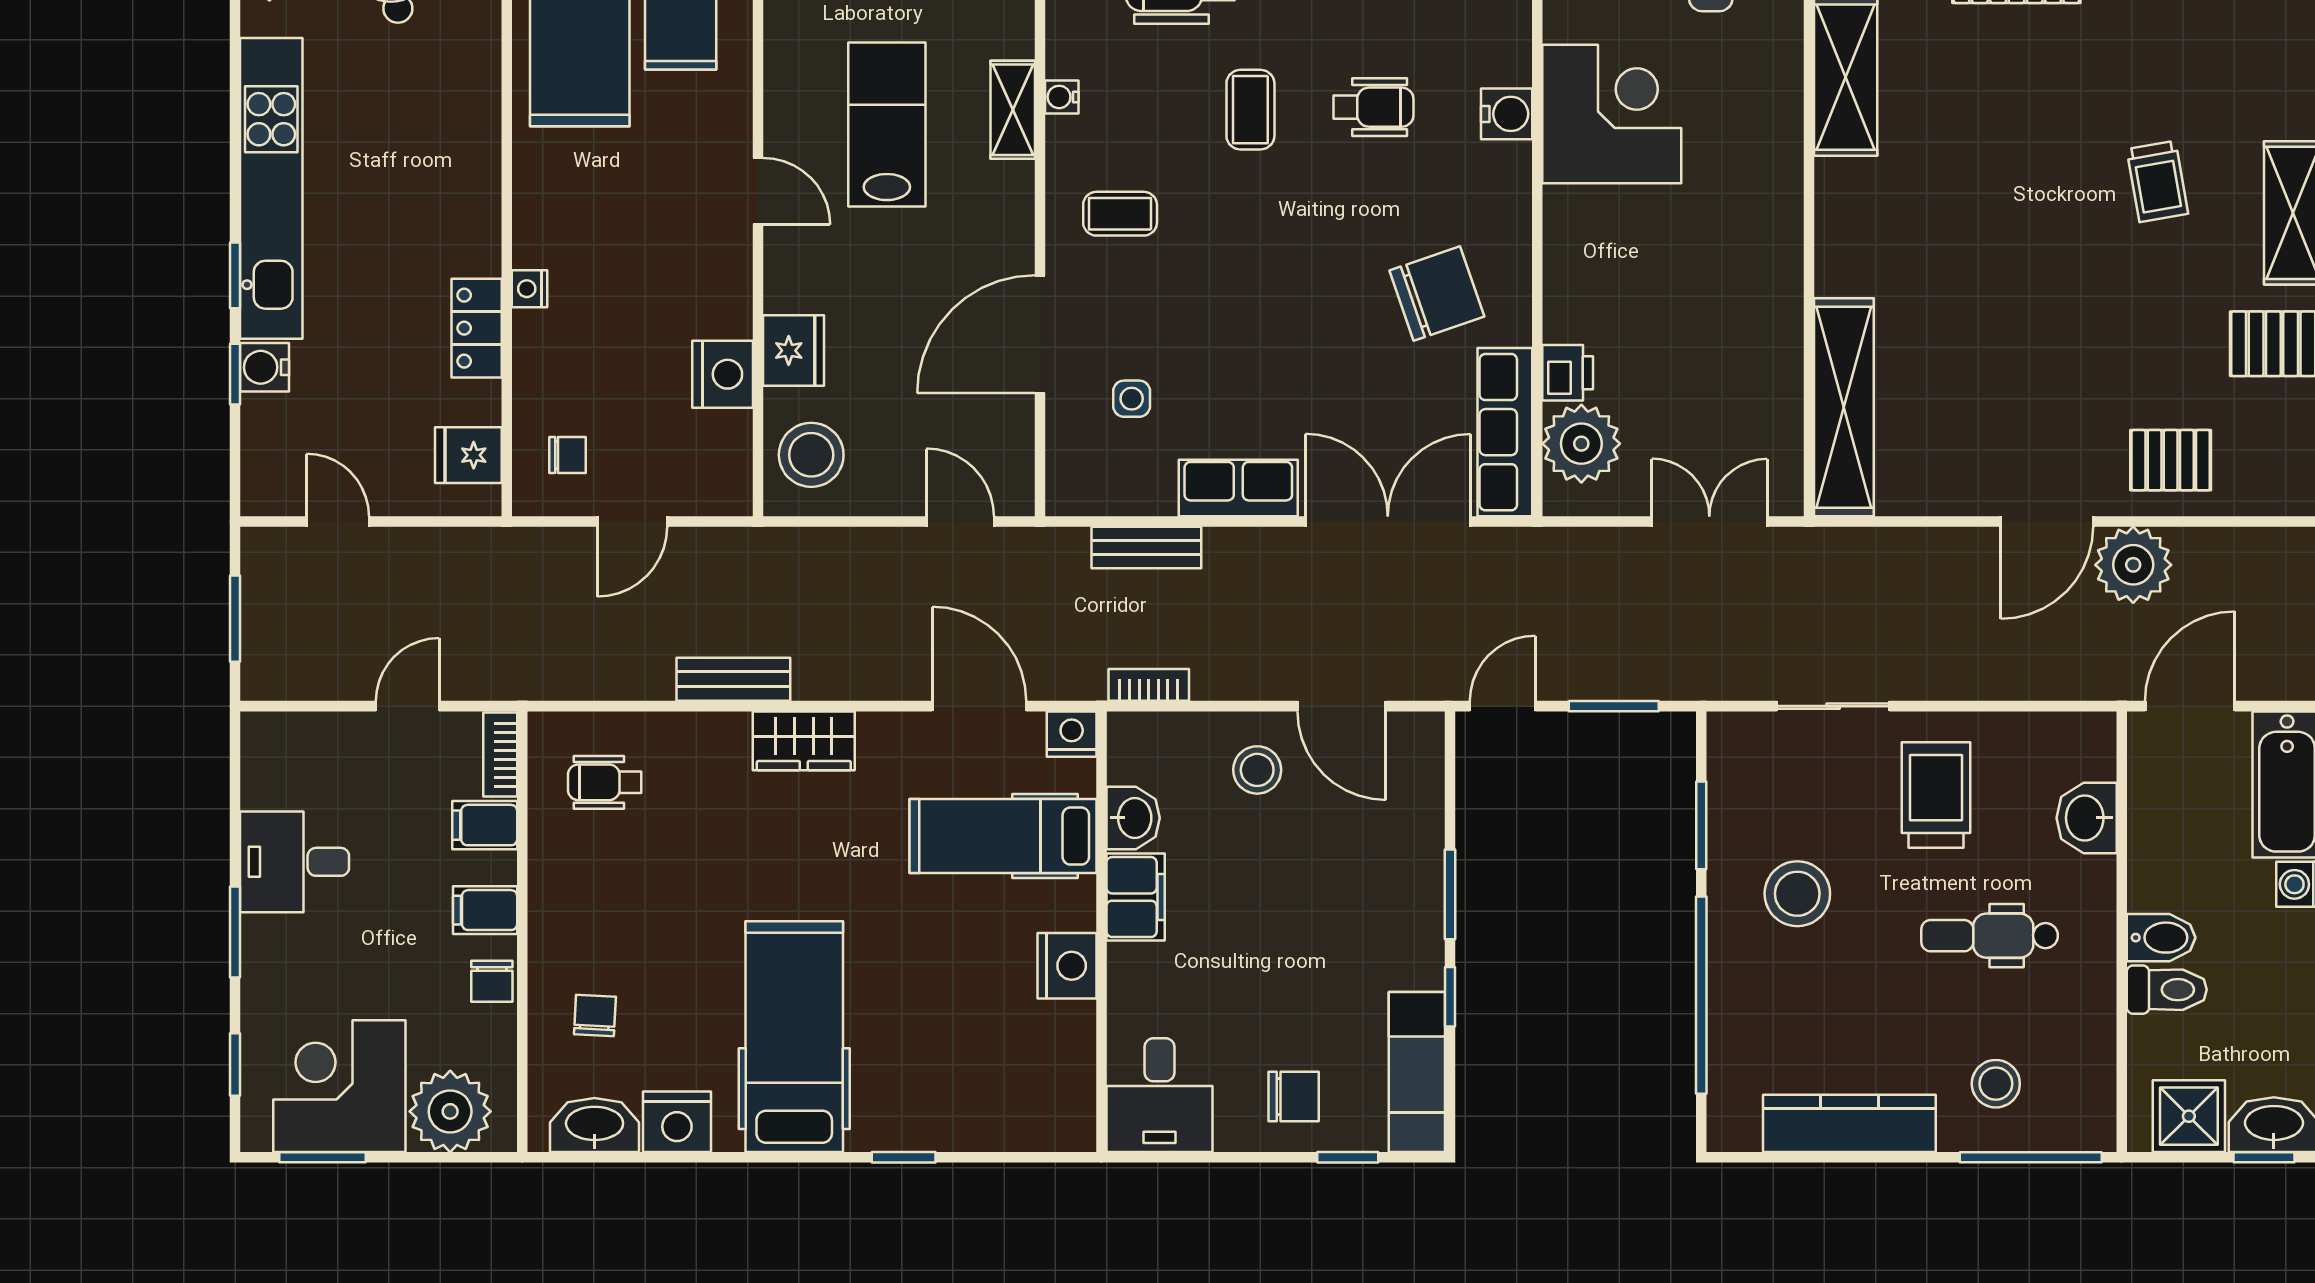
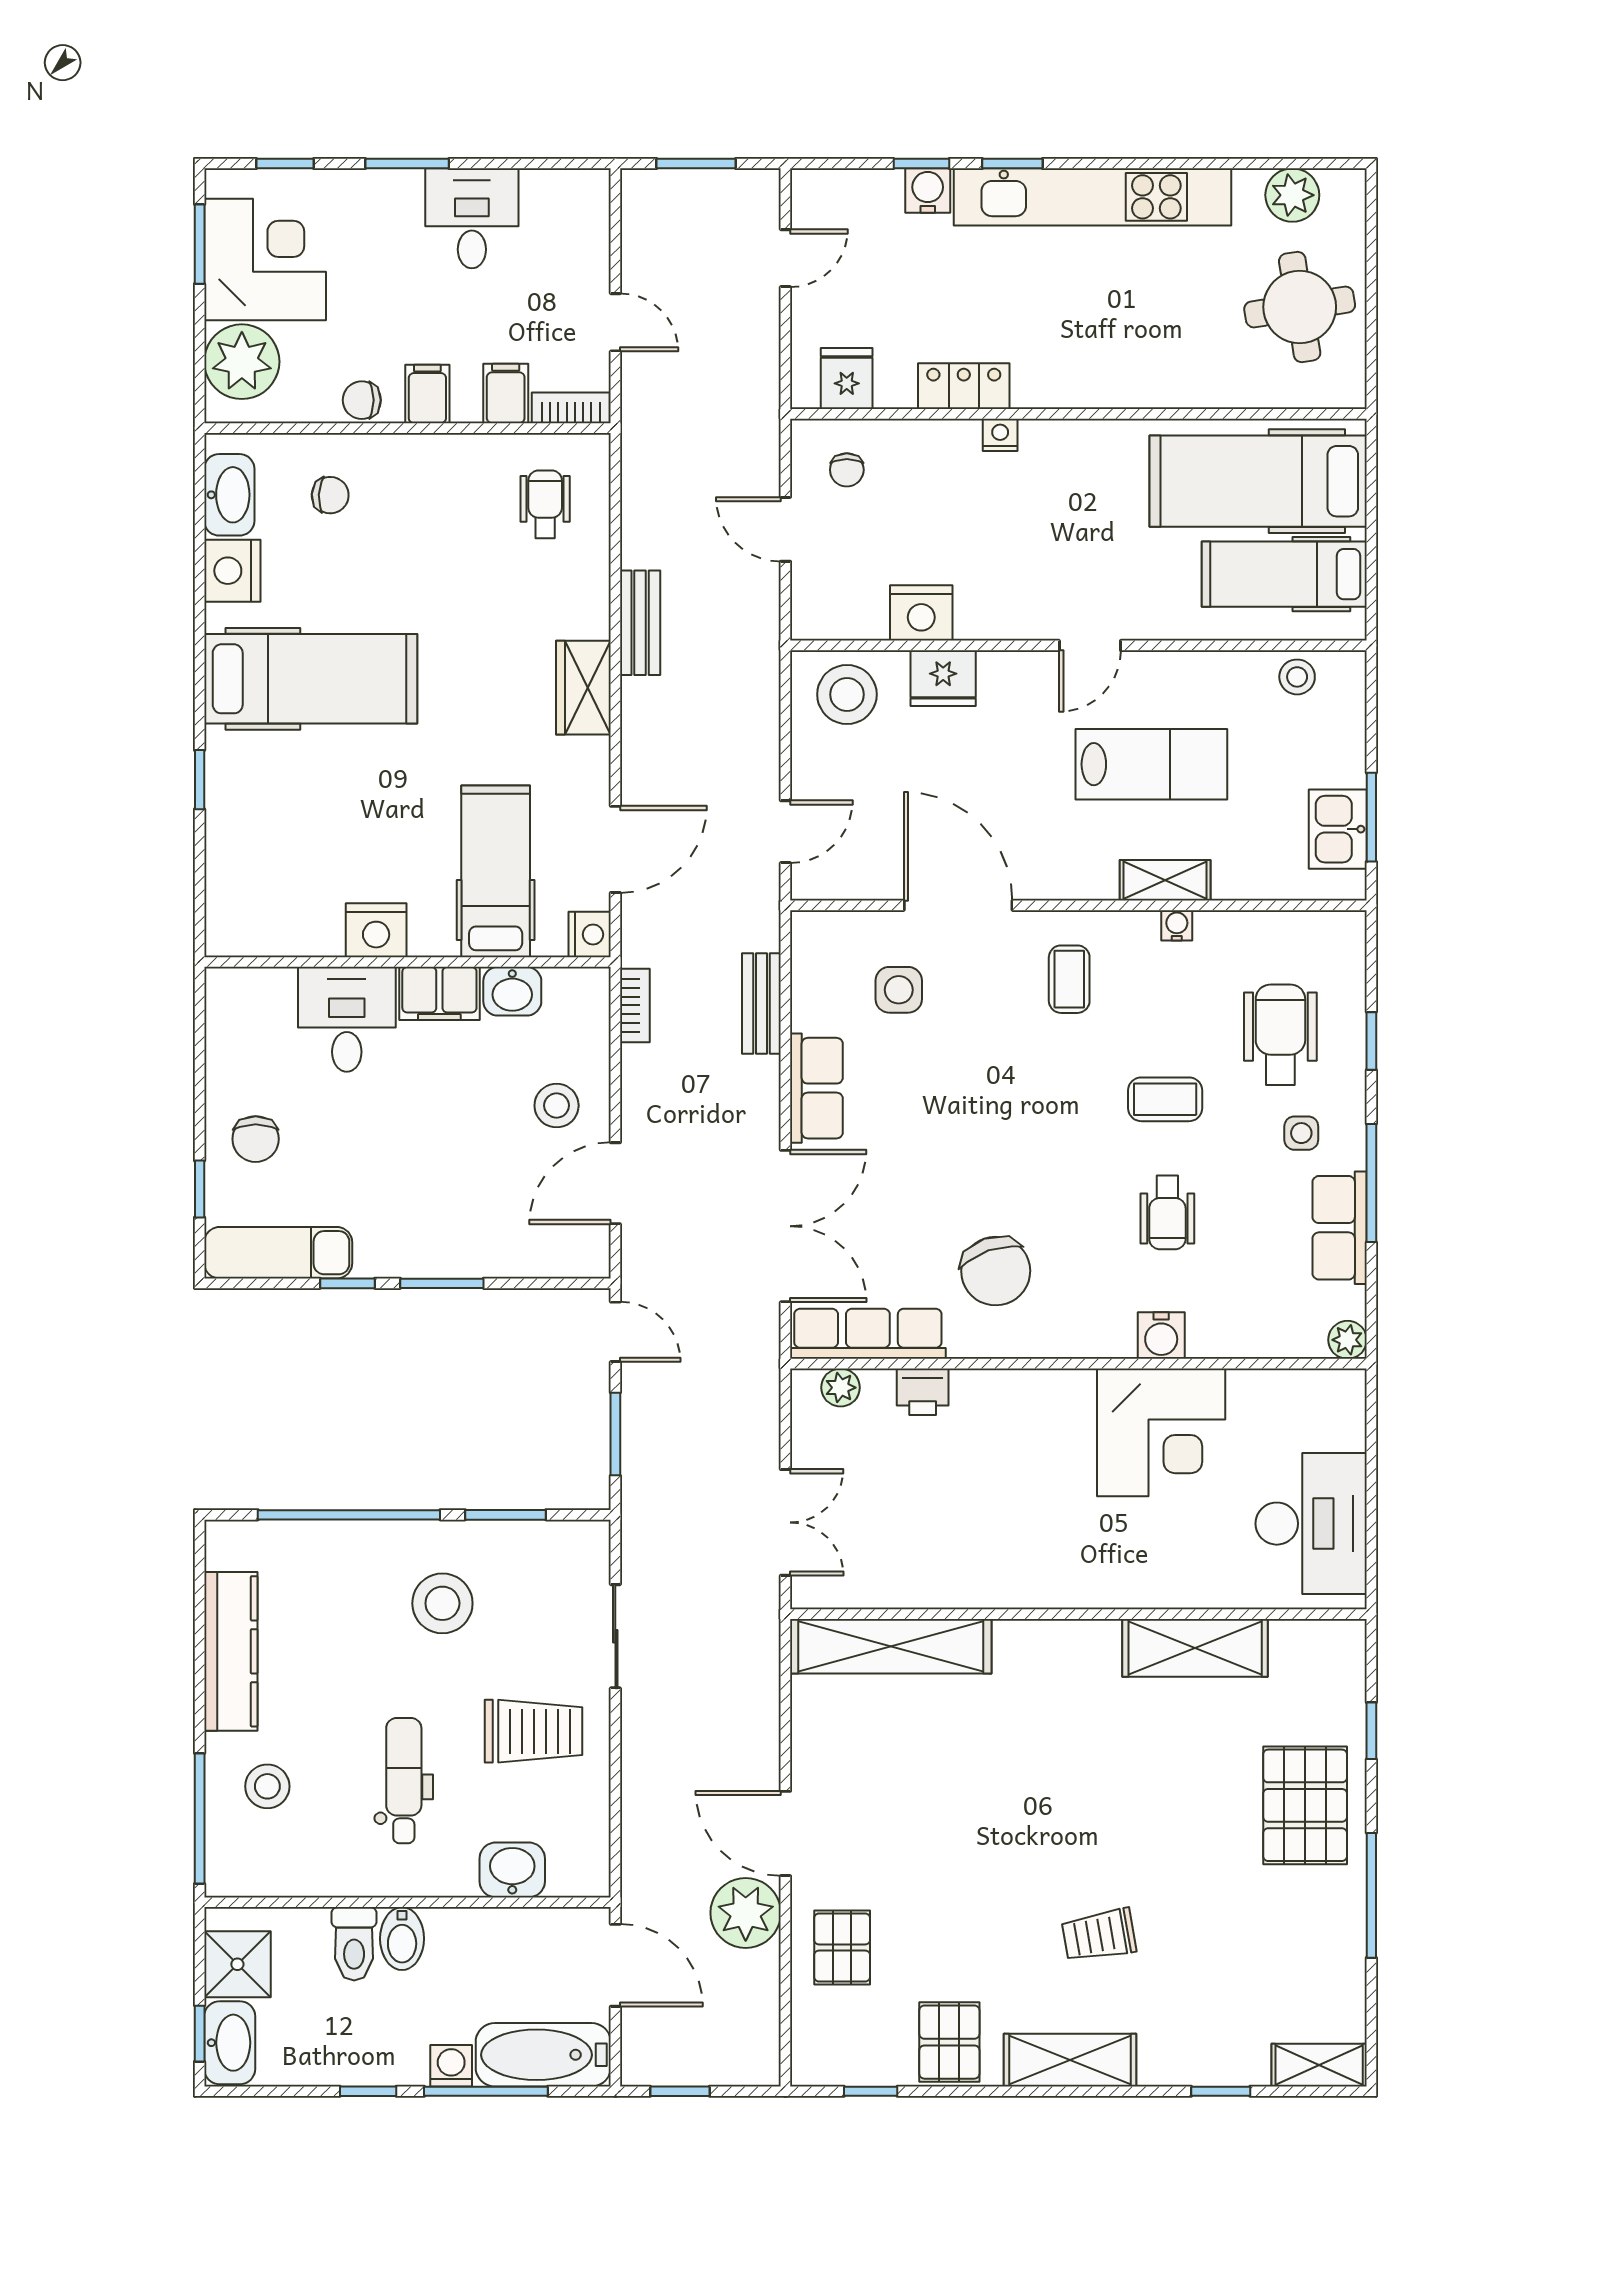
side table: (1132, 399) -> (899, 990), width x1.37, depth x1.37
plant: (1581, 444) -> (841, 1388), width x0.53, depth x0.53
desk: (1159, 1095) -> (347, 1019), moved, turned 90

